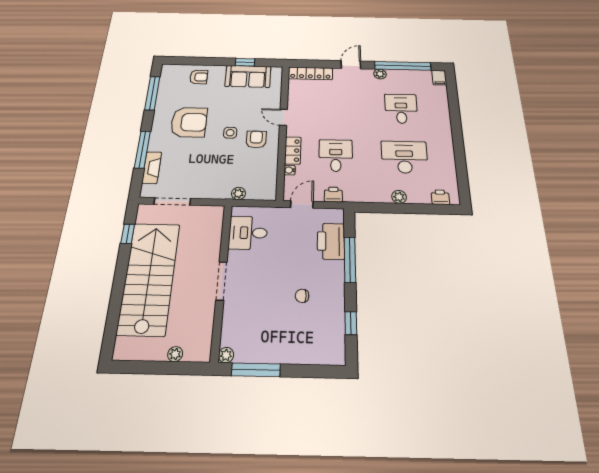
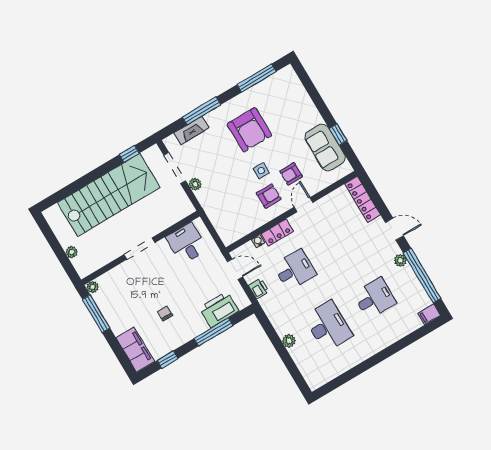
armchair: (199, 77) -> (291, 174), moved, turned 90
plant: (238, 193) -> (195, 184), moved
printer: (440, 197) -> (309, 373), removed
filing cabinet: (320, 351) -> (135, 350), added

